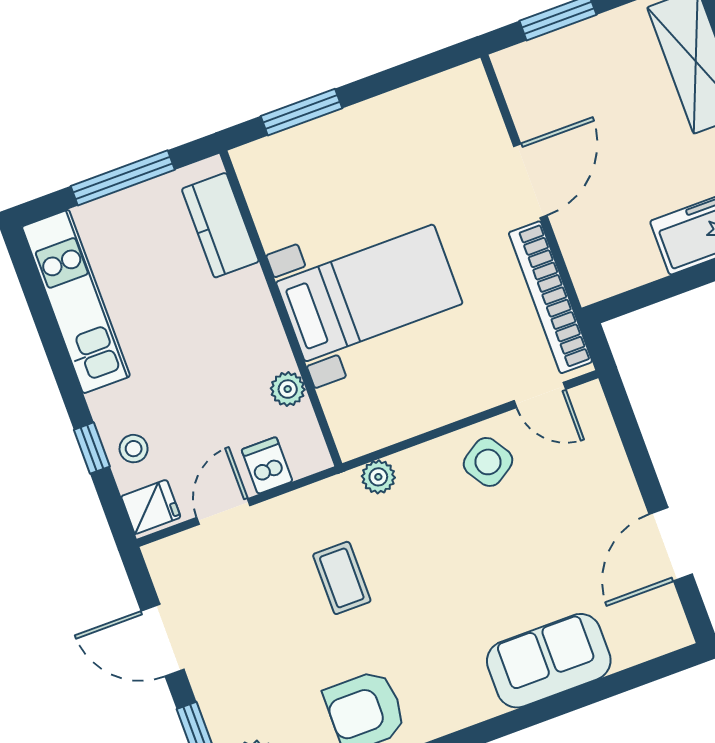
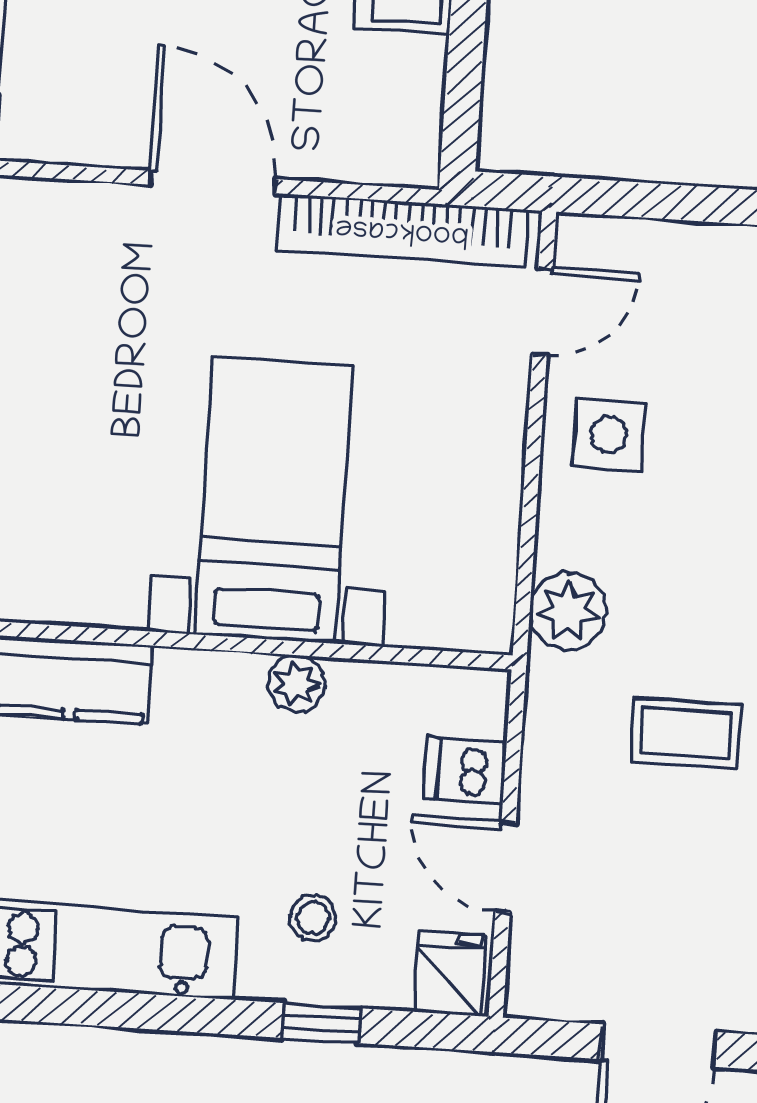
plant: (288, 389) -> (296, 684), moved
stool: (134, 449) -> (313, 918), moved
side table: (488, 462) -> (609, 435), turned 33
plant: (378, 477) -> (568, 611), width x1.38, depth x1.38

